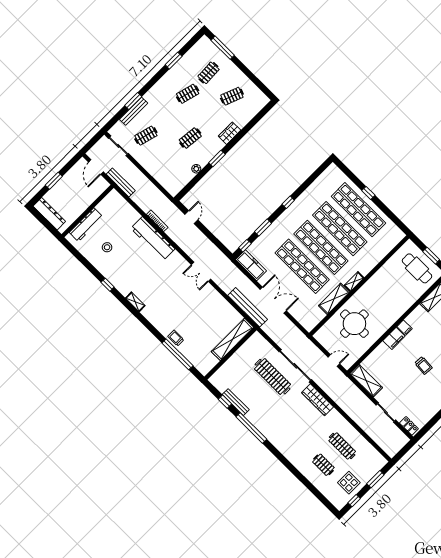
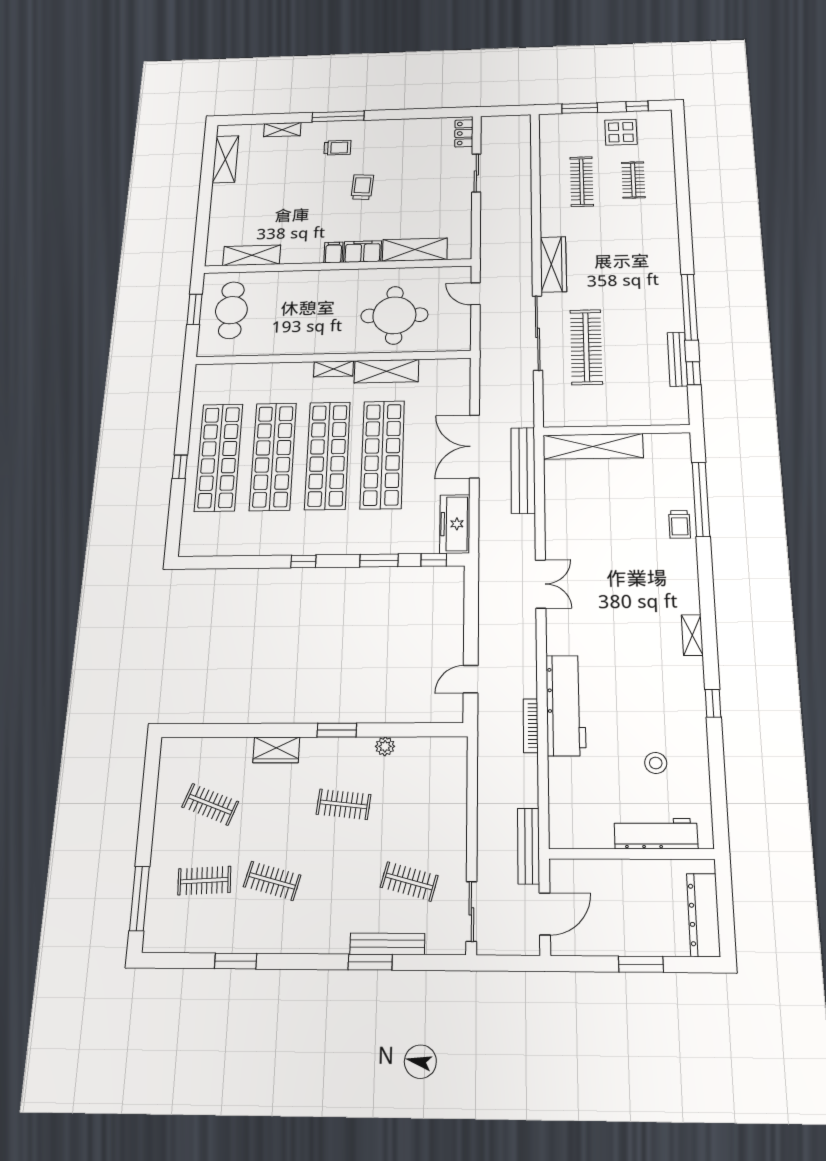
shelving: (366, 381) -> (415, 250), moved, turned 90

